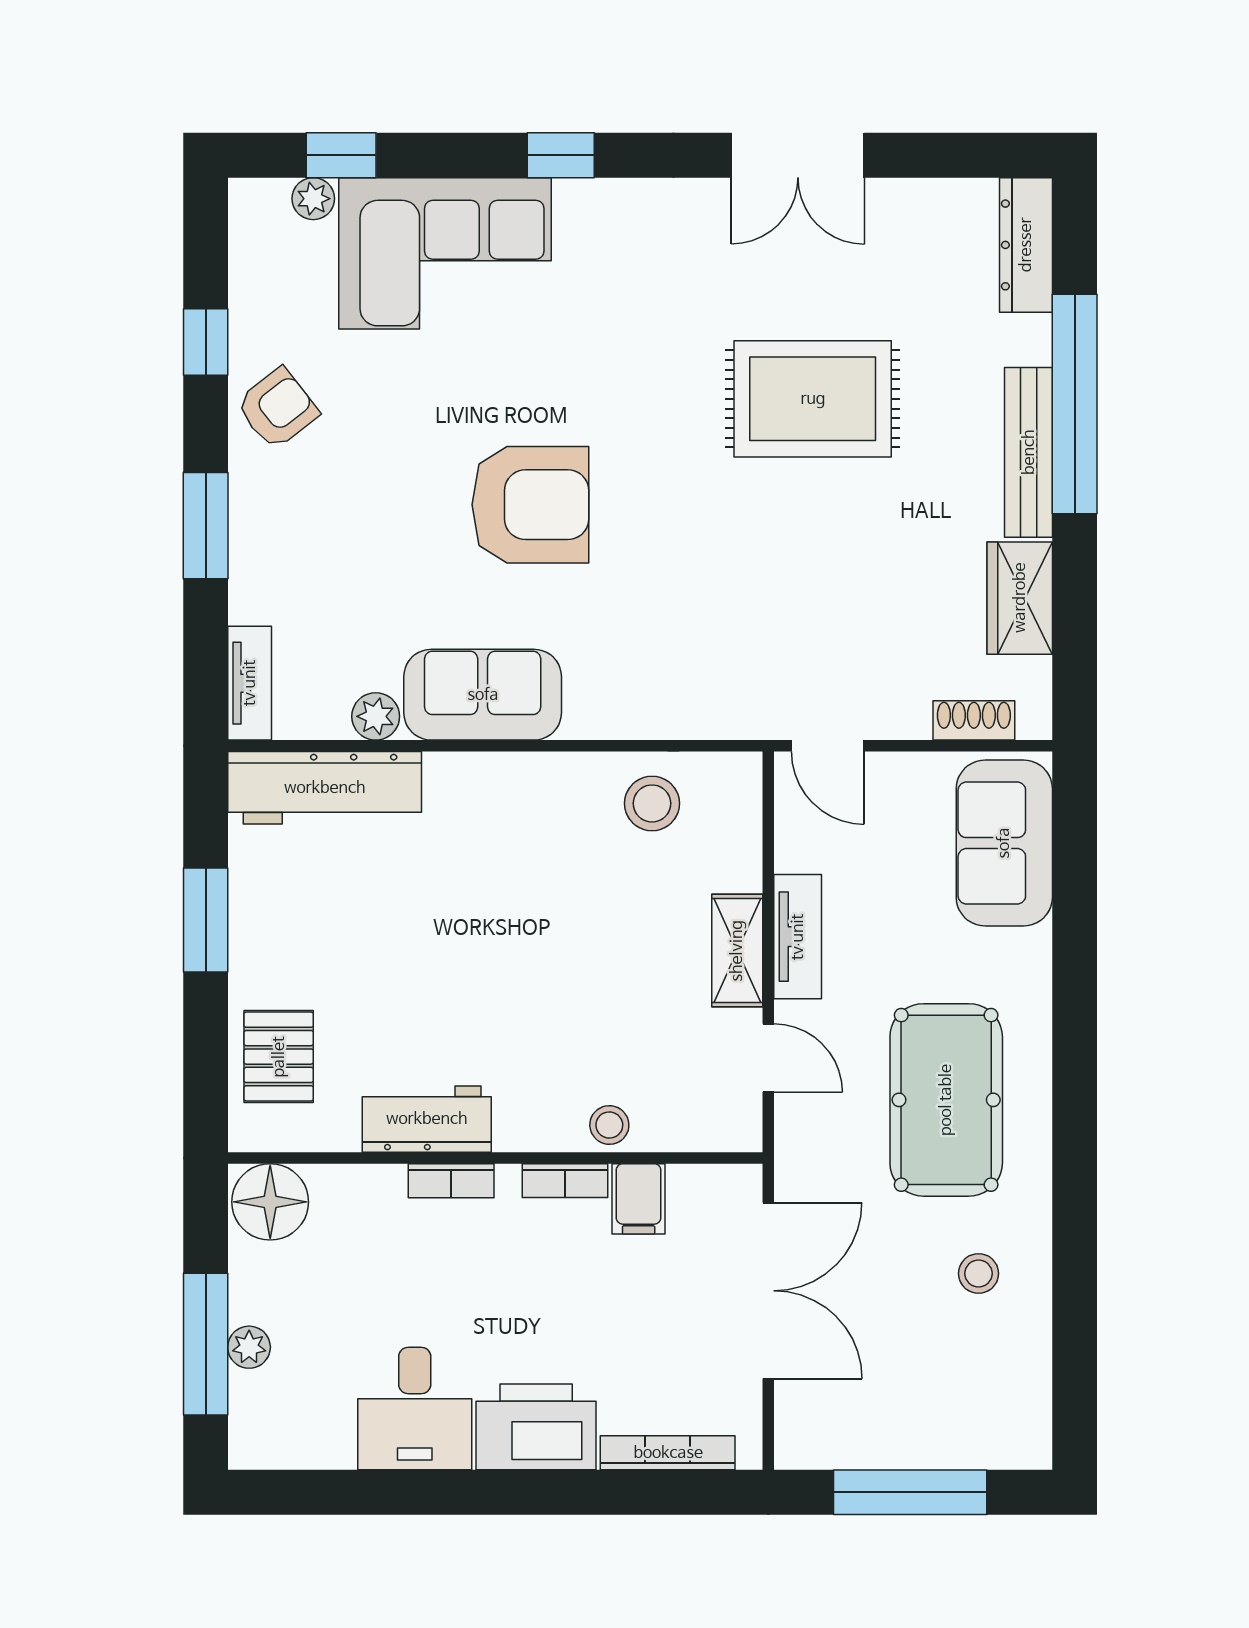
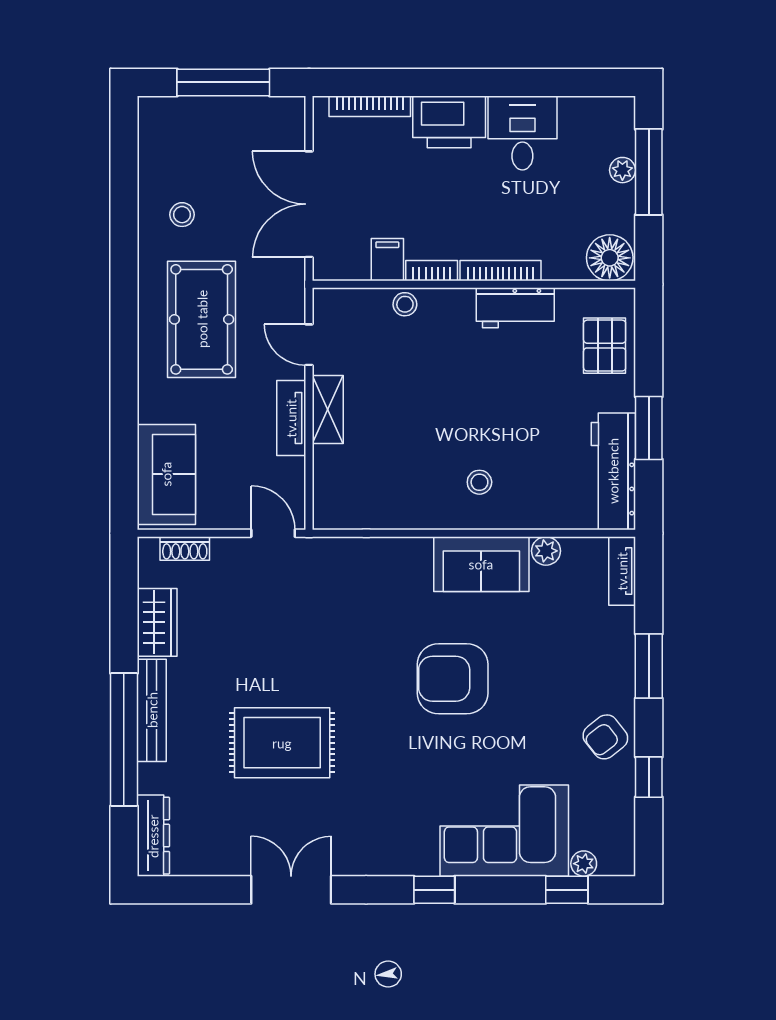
workbench: (325, 788) -> (613, 471), moved, turned -90
stool: (652, 803) -> (479, 482), moved, width x0.73, depth x0.73
bookcase: (451, 1181) -> (500, 271), width x1.56

